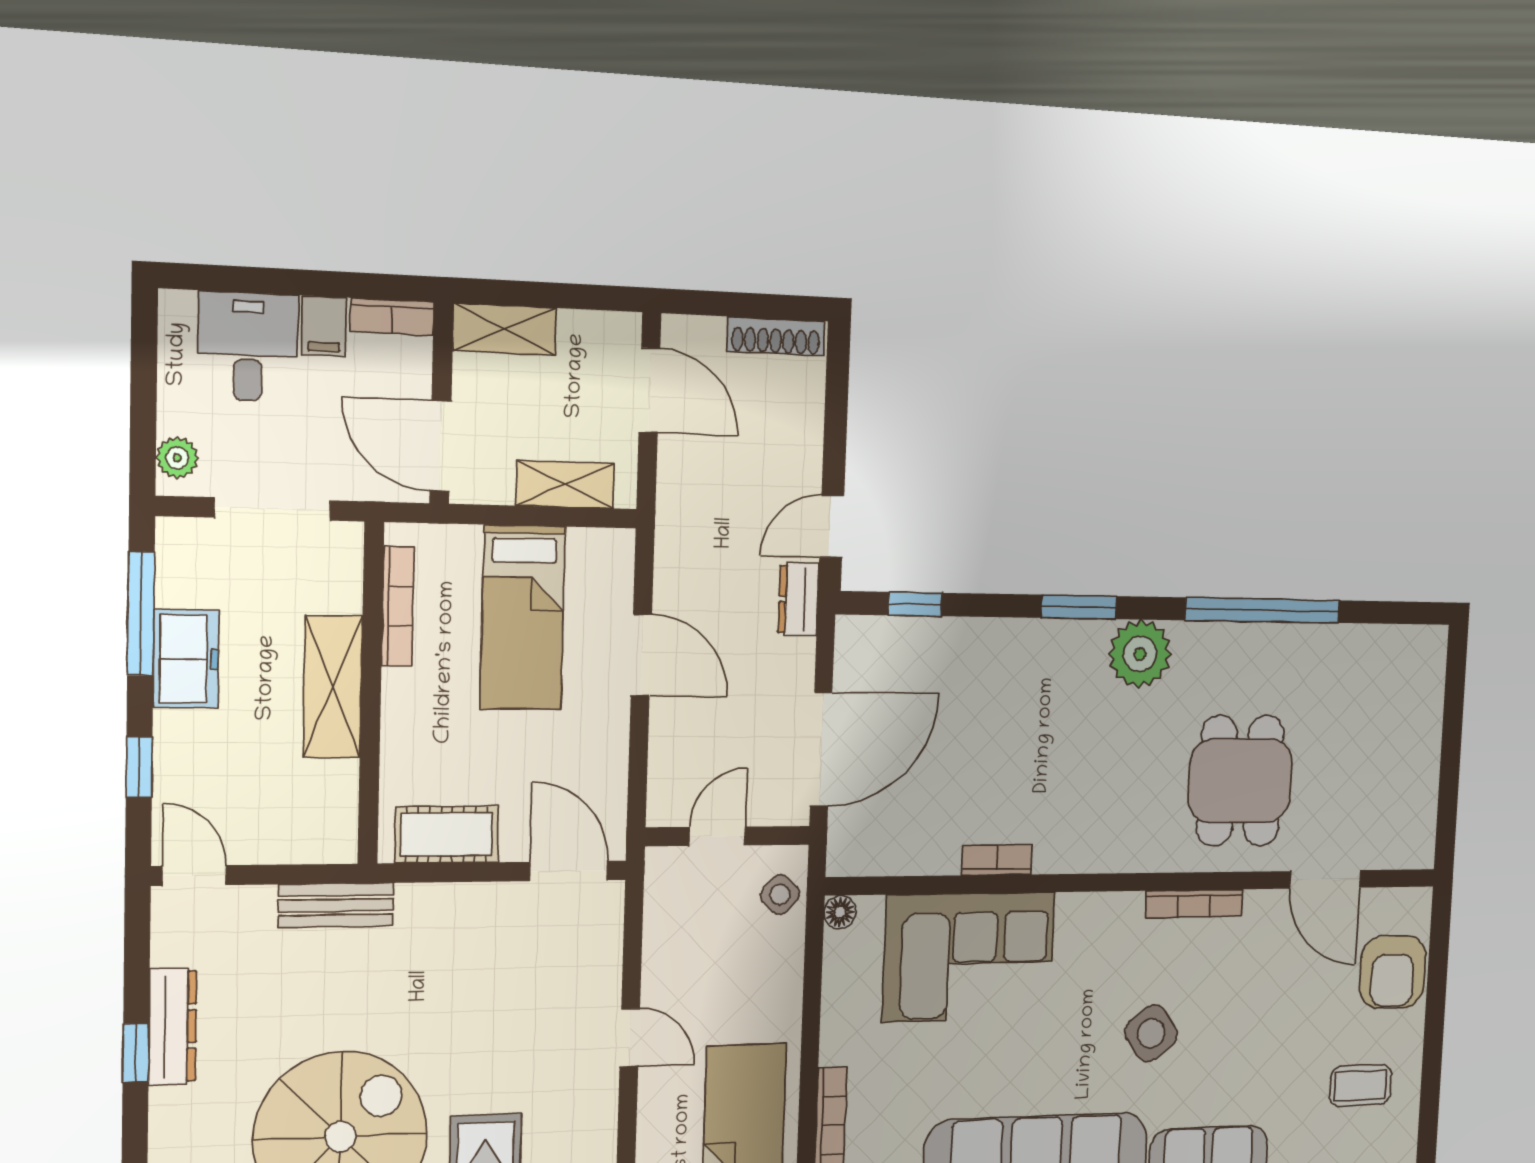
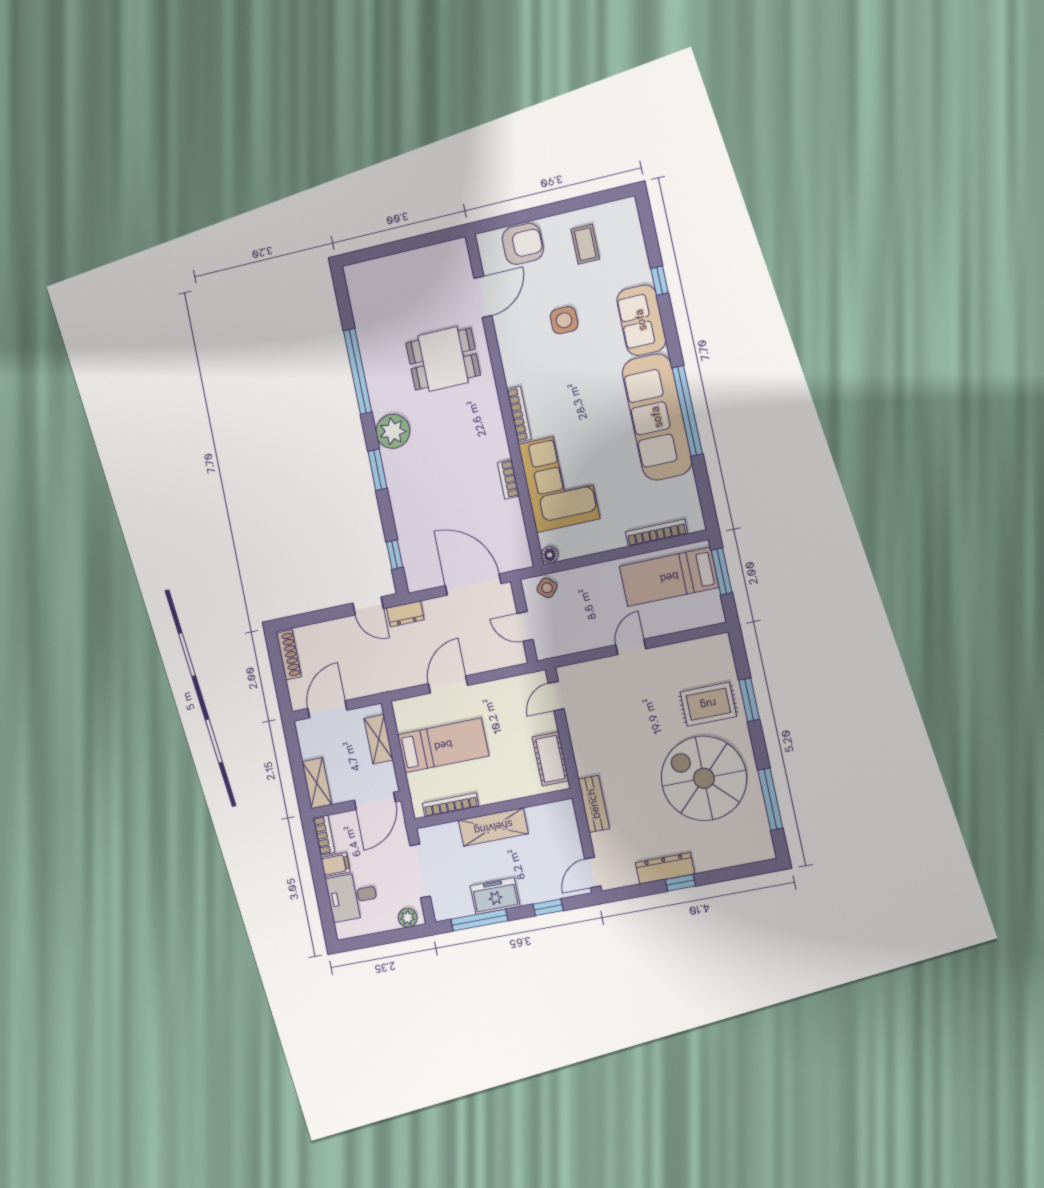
door: (569, 871) -> (556, 696), width x0.73
bookcase: (1194, 904) -> (519, 414), moved
side table: (1151, 1033) -> (564, 320), moved, turned 36

